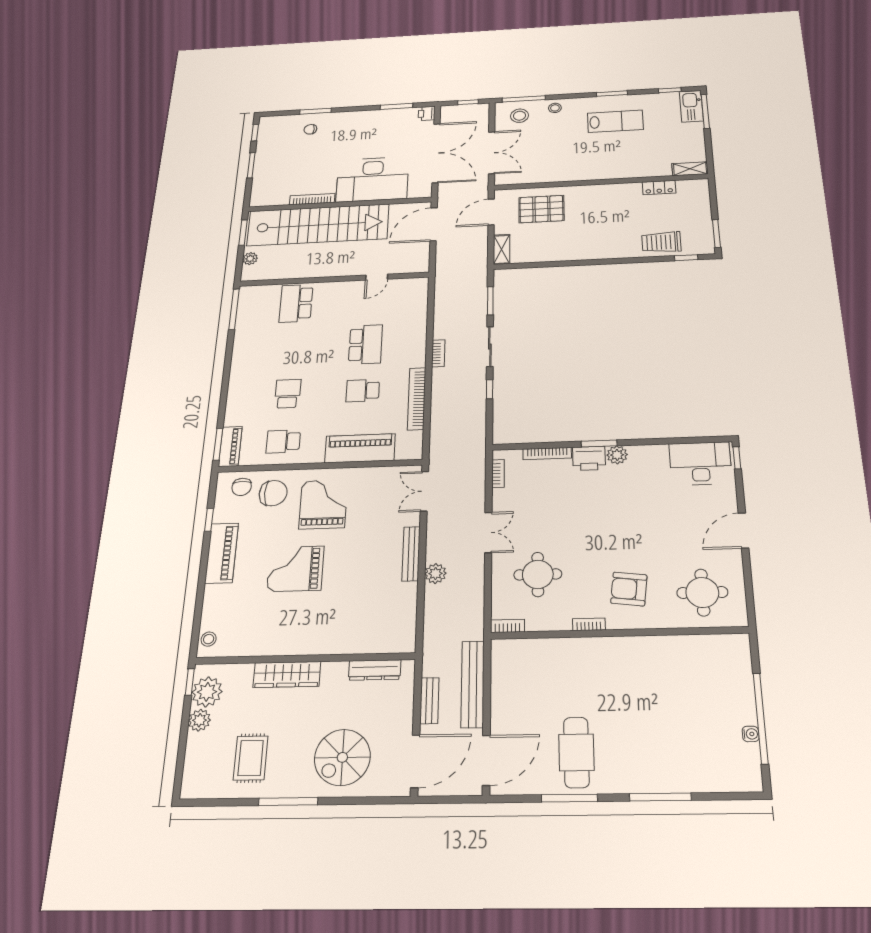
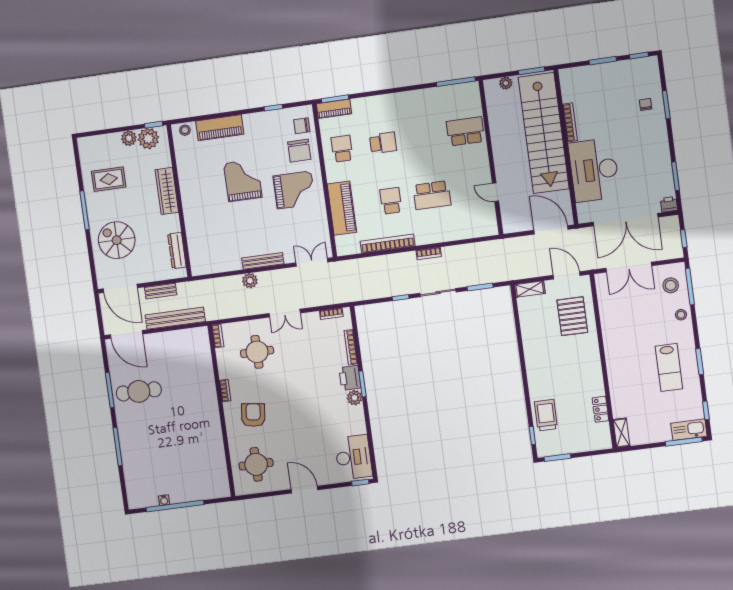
piano: (222, 553) -> (220, 128), moved

